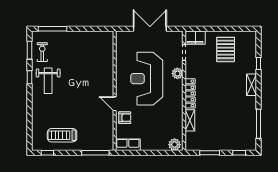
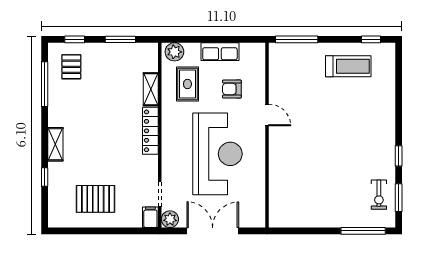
double door: (150, 29) -> (213, 231), swing flipped
filing cabinet: (195, 38) -> (150, 217), width x0.50
pallet: (226, 49) -> (95, 199), turned 90
plant: (177, 73) -> (170, 219), moved
weight bench: (48, 81) -> (370, 150), removed
armchair: (125, 118) -> (232, 89), moved
rug: (166, 124) -> (187, 84), added
pallet: (241, 135) -> (71, 67), added
row of seats: (128, 145) -> (220, 52), moved

